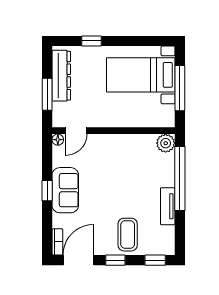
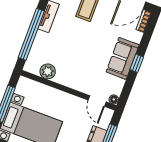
door: (76, 131) -> (97, 101), swing flipped
plant: (166, 143) -> (48, 71), moved

